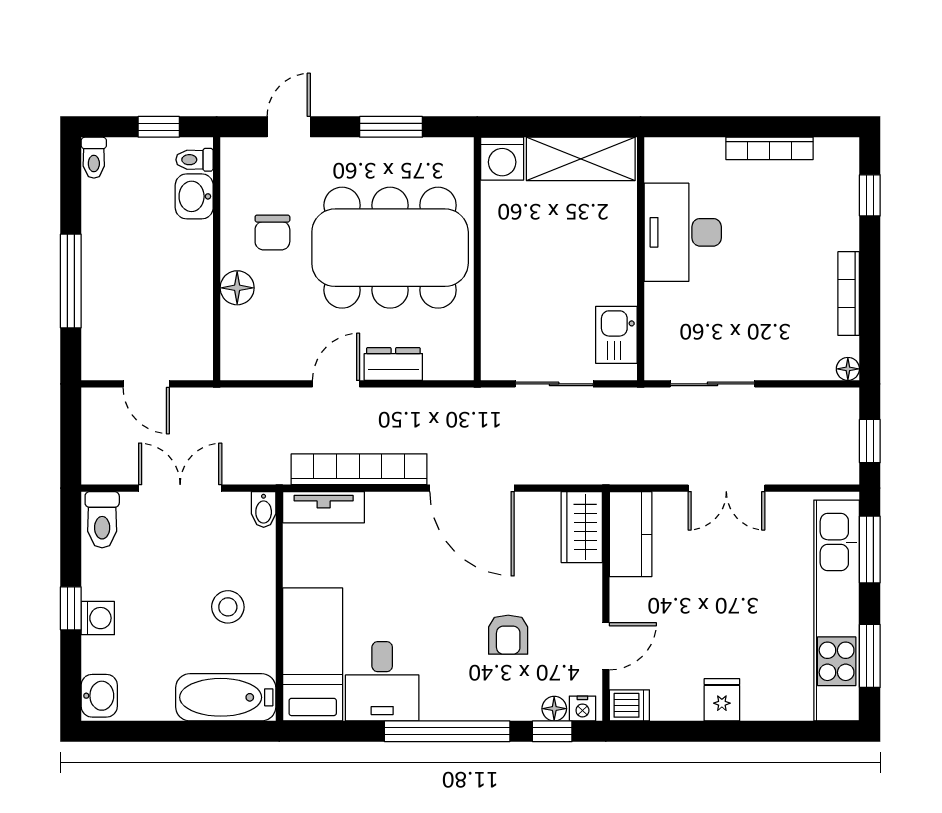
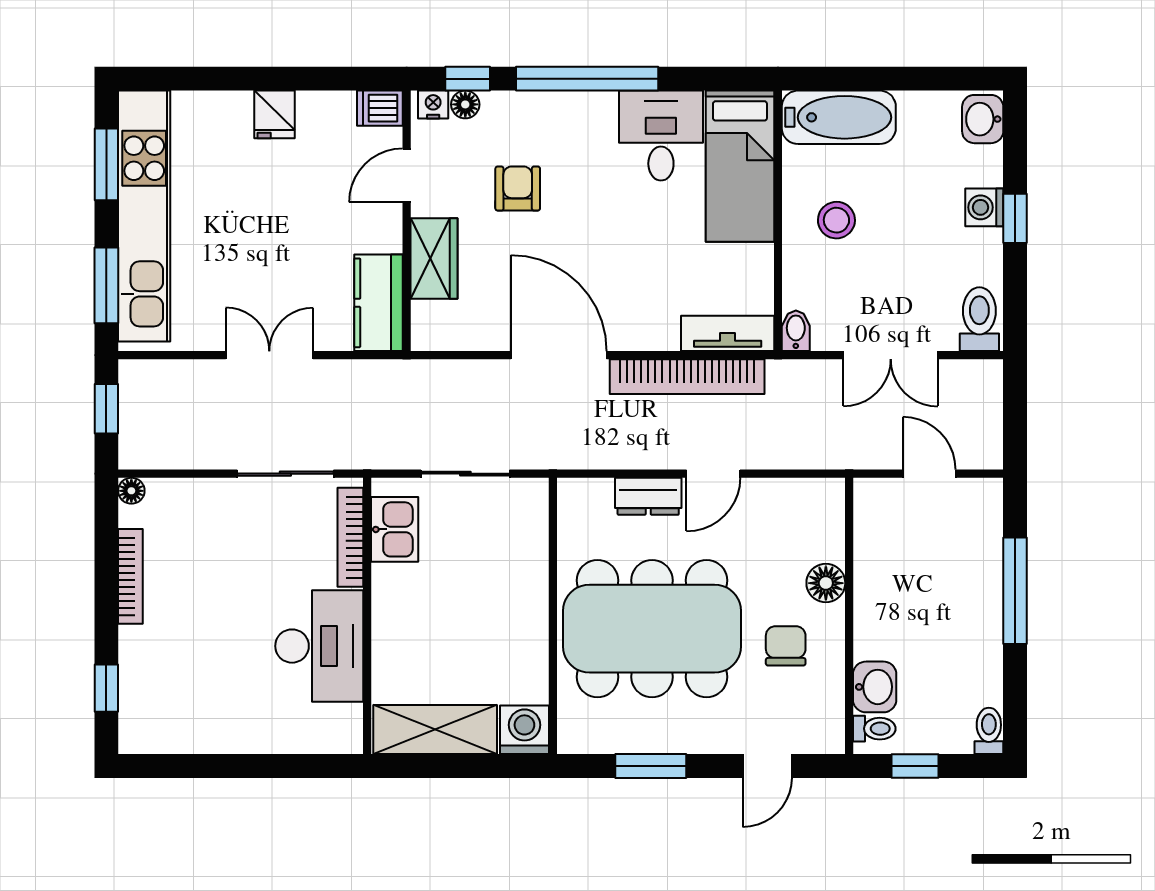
bookcase: (770, 148) -> (350, 537), moved, turned -90
wardrobe: (582, 527) -> (434, 259), moved

